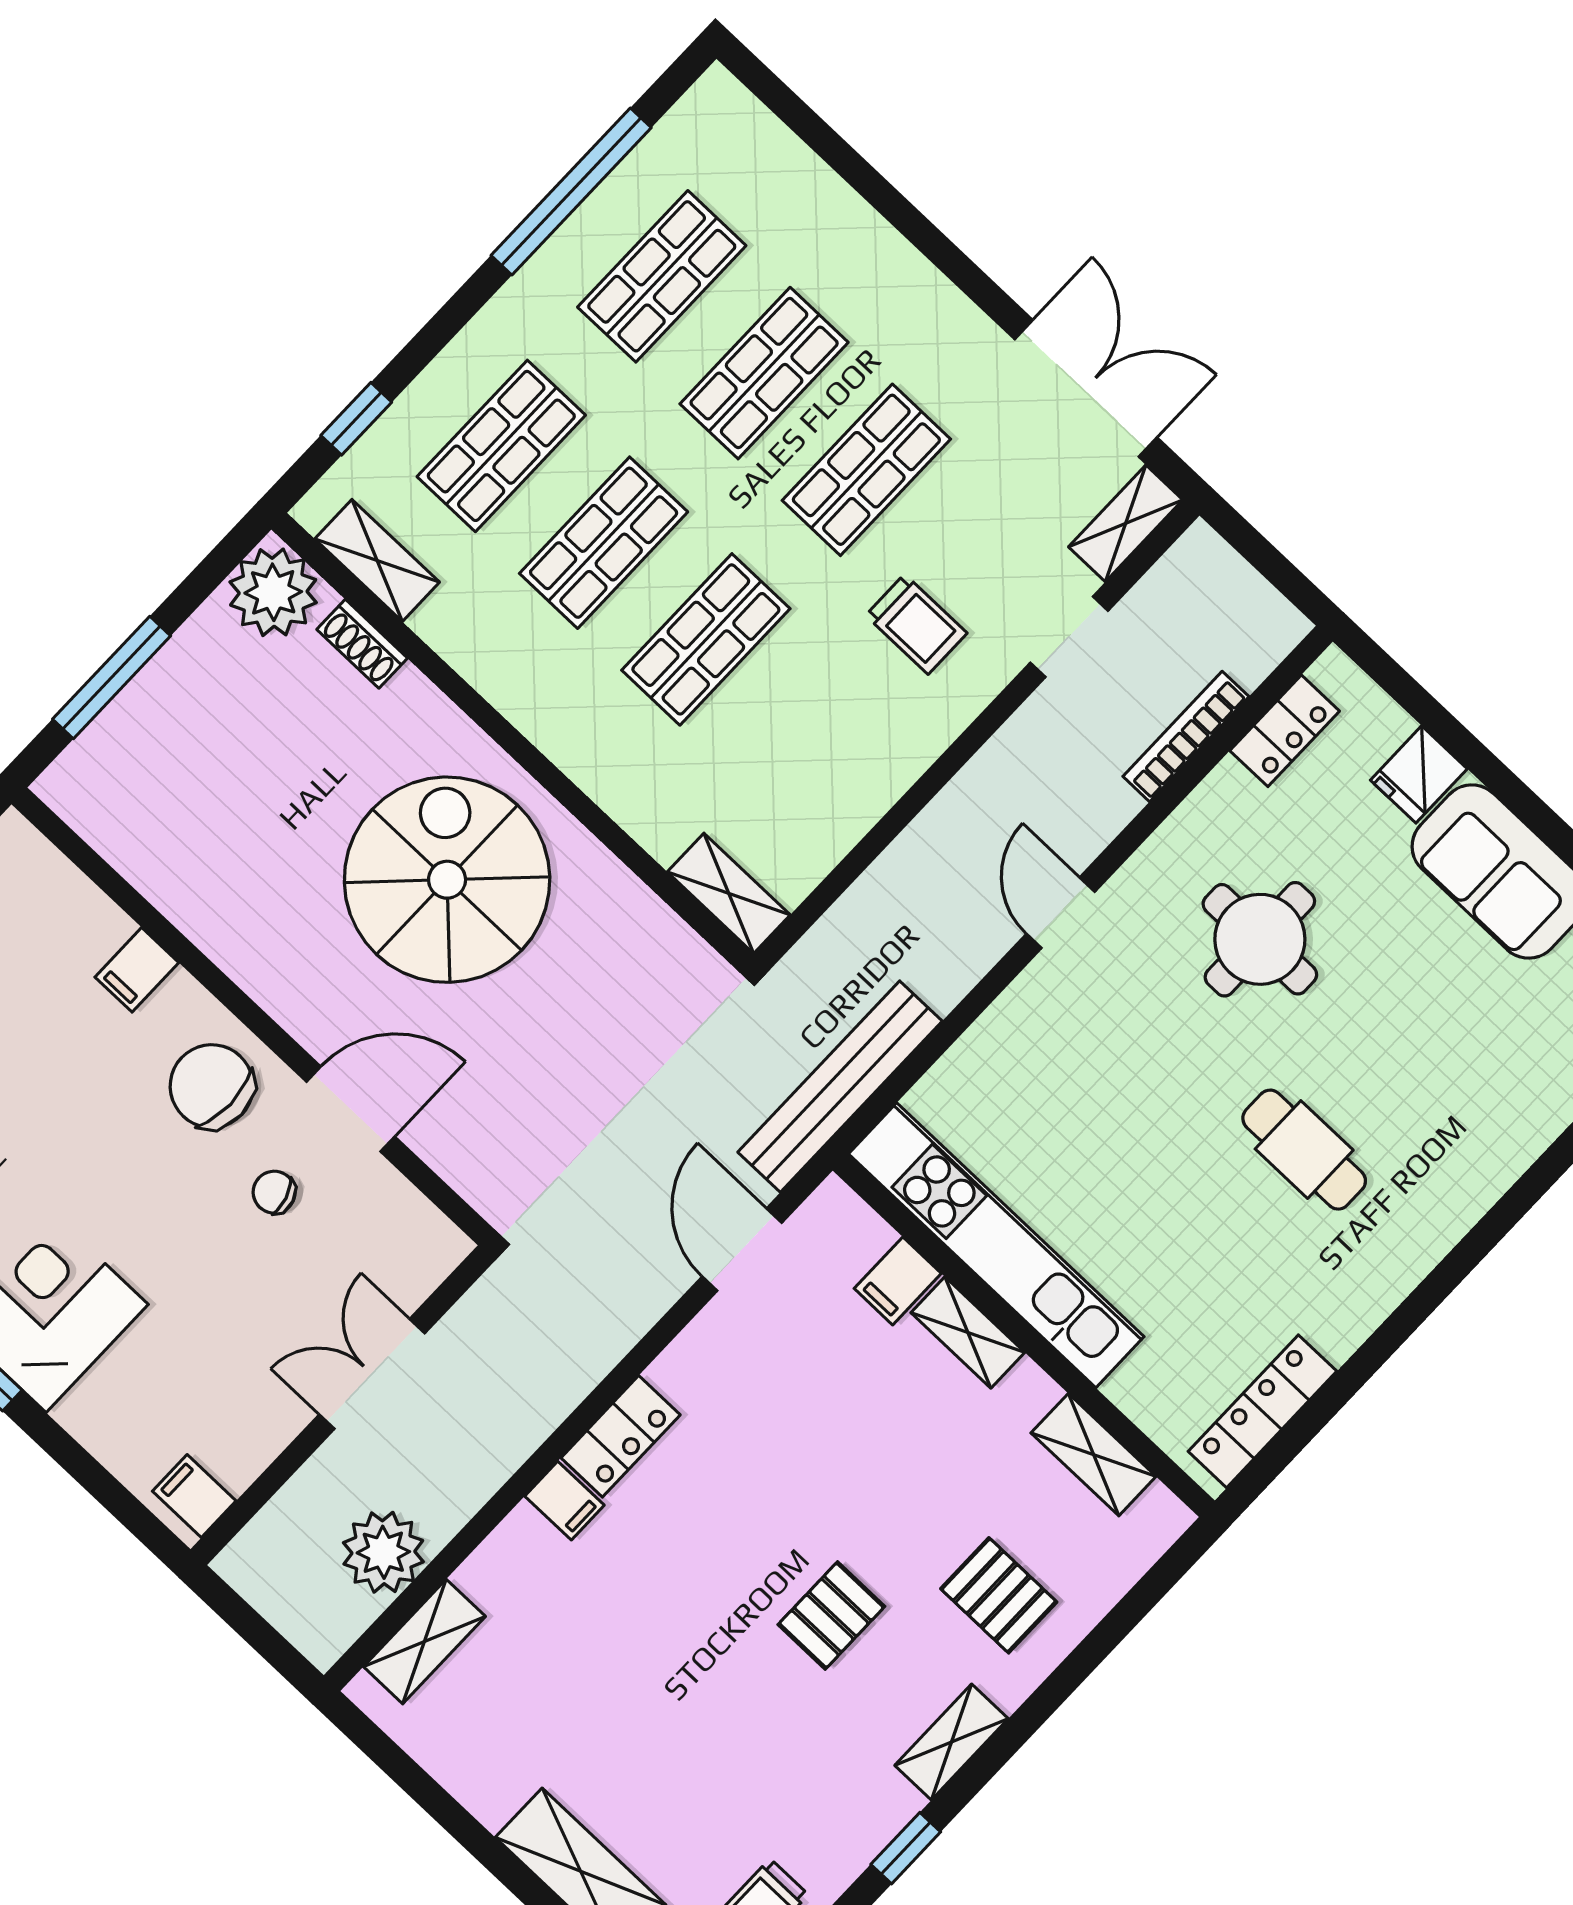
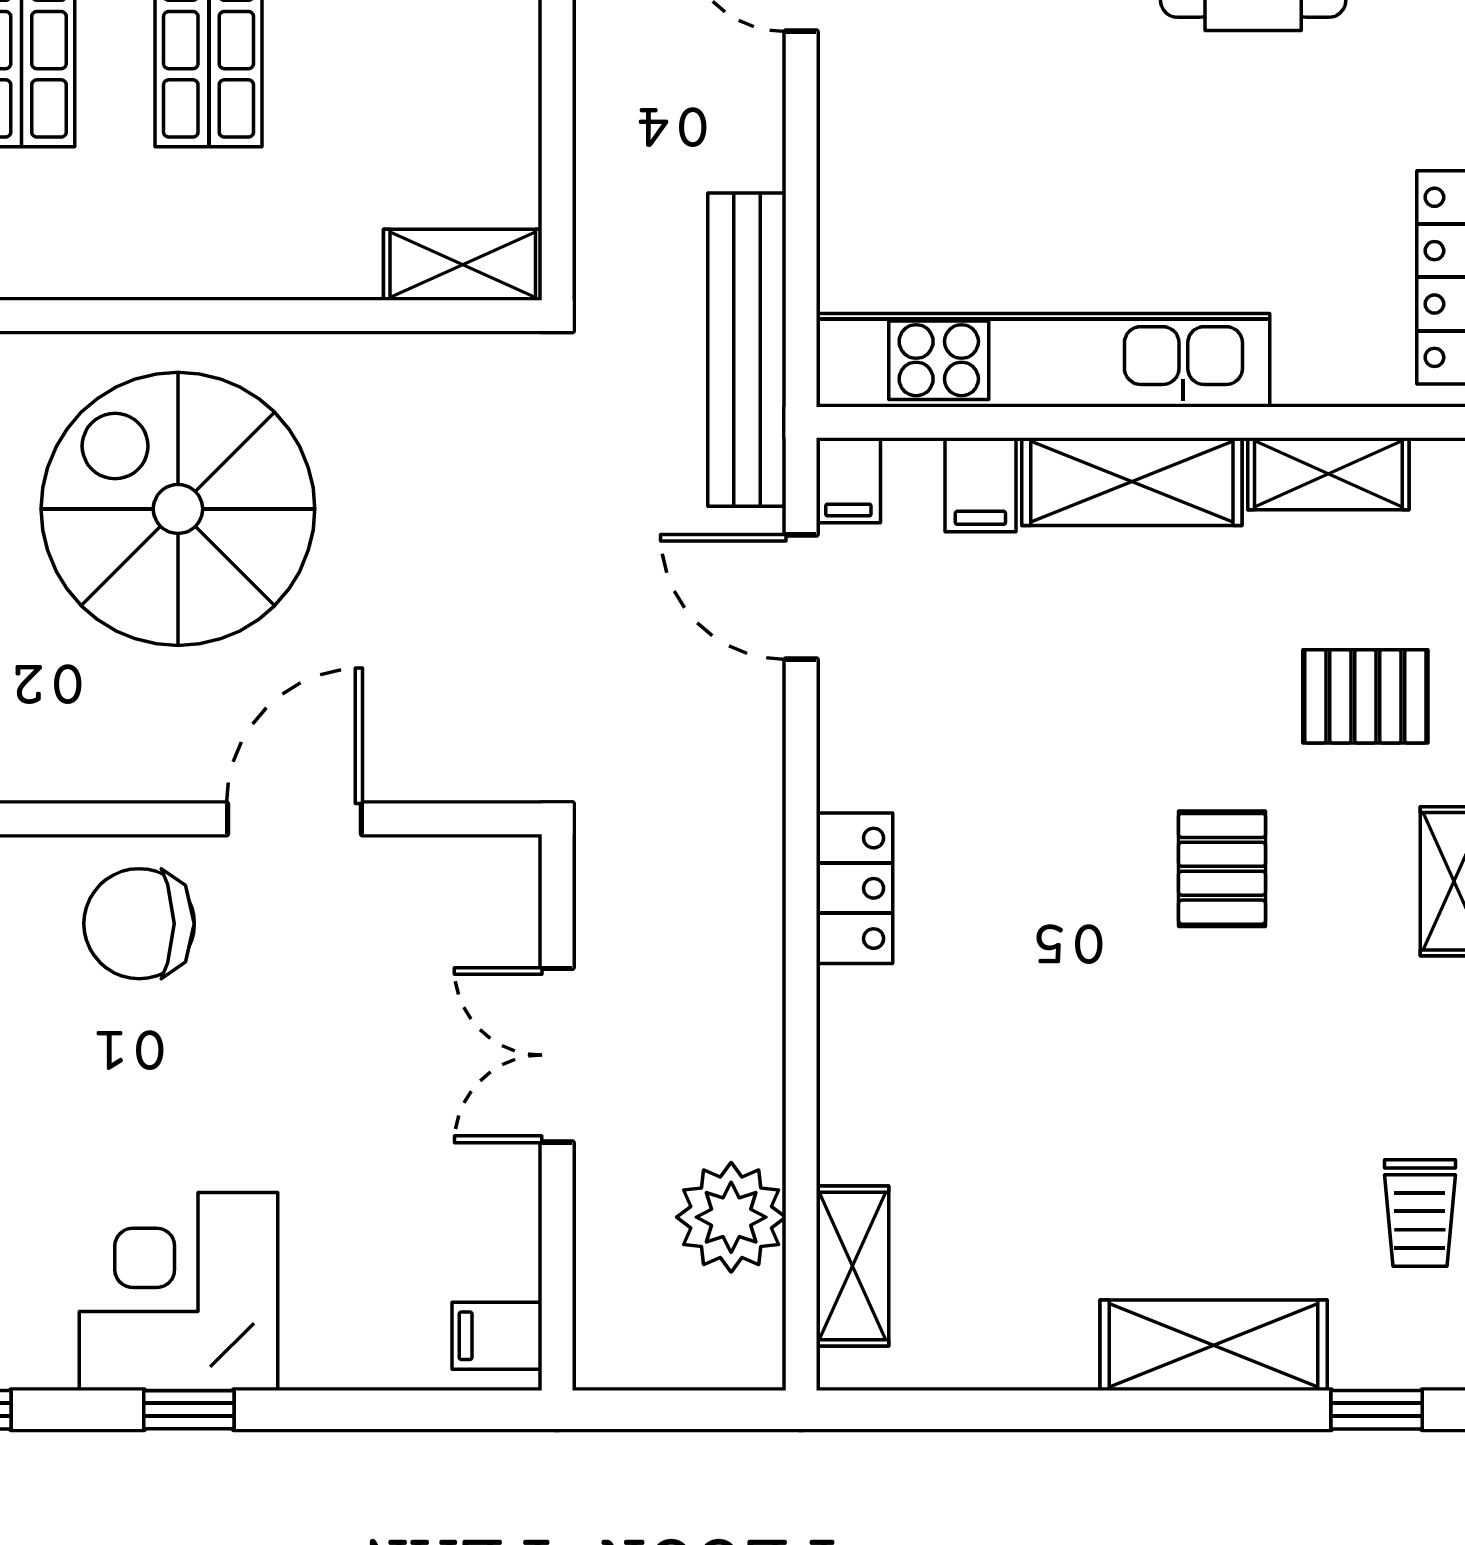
chair: (274, 1192) -> (296, 969), removed
shelving: (968, 1332) -> (1132, 482), width x1.50, depth x1.33
filing cabinet: (564, 1501) -> (848, 480), moved, turned 90

